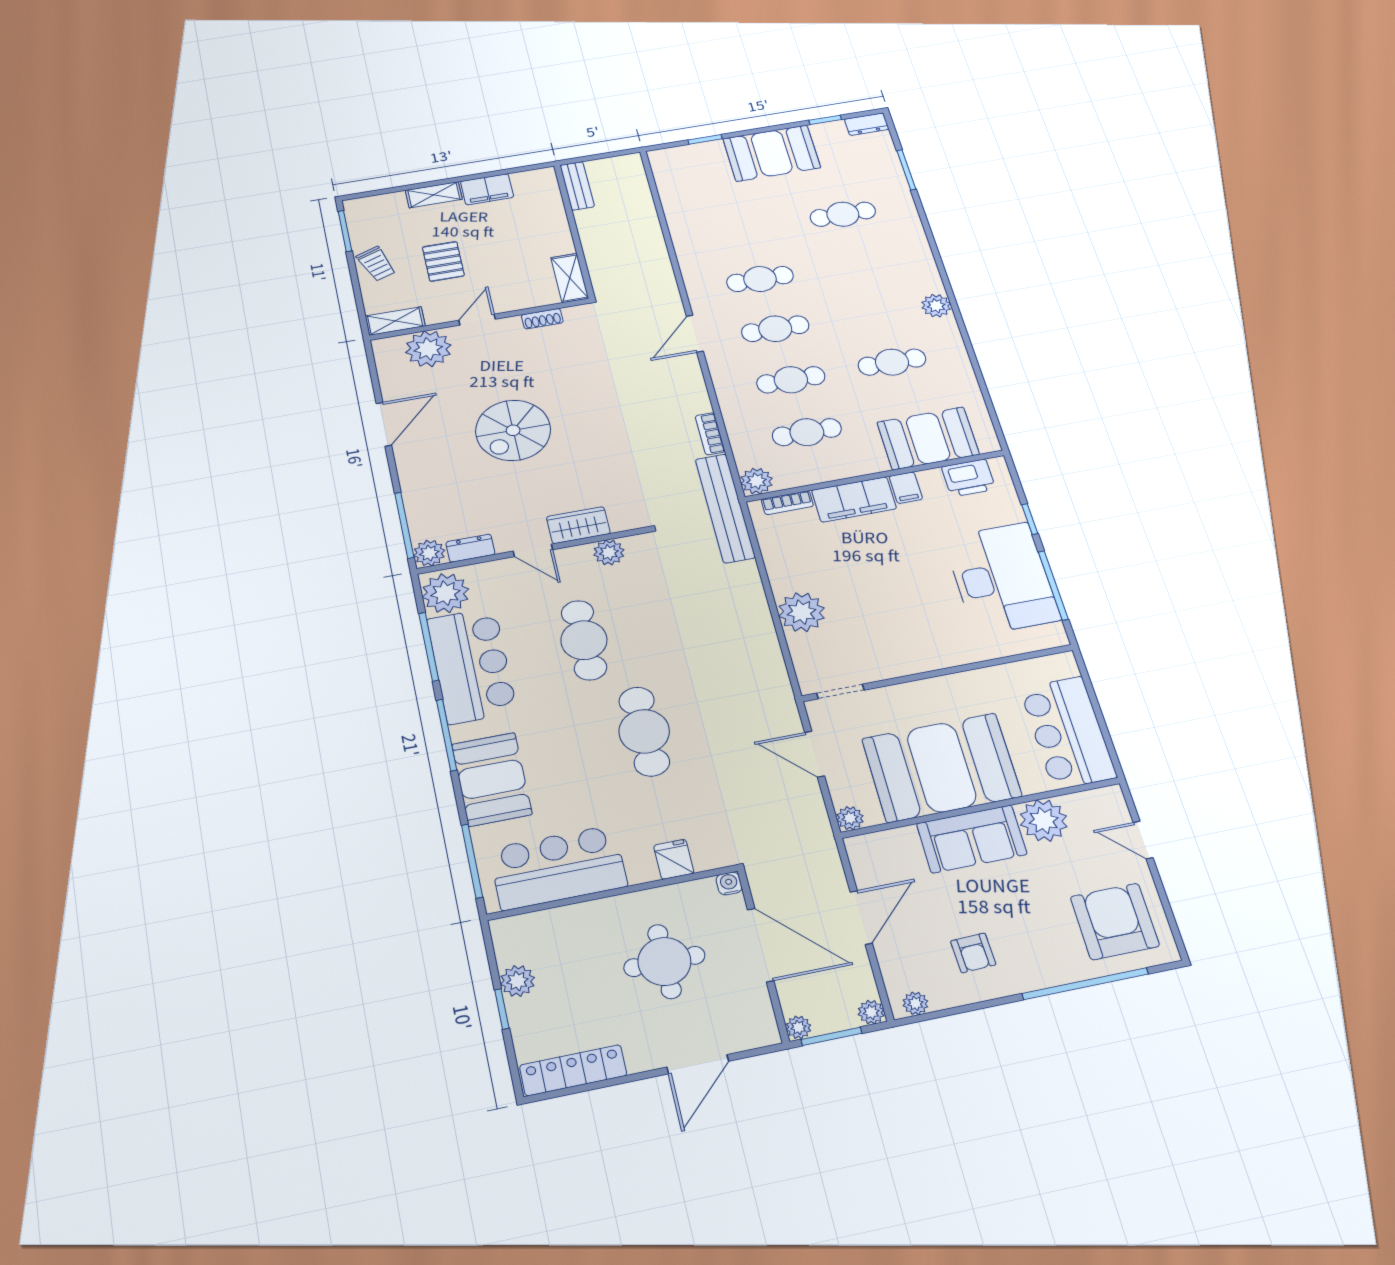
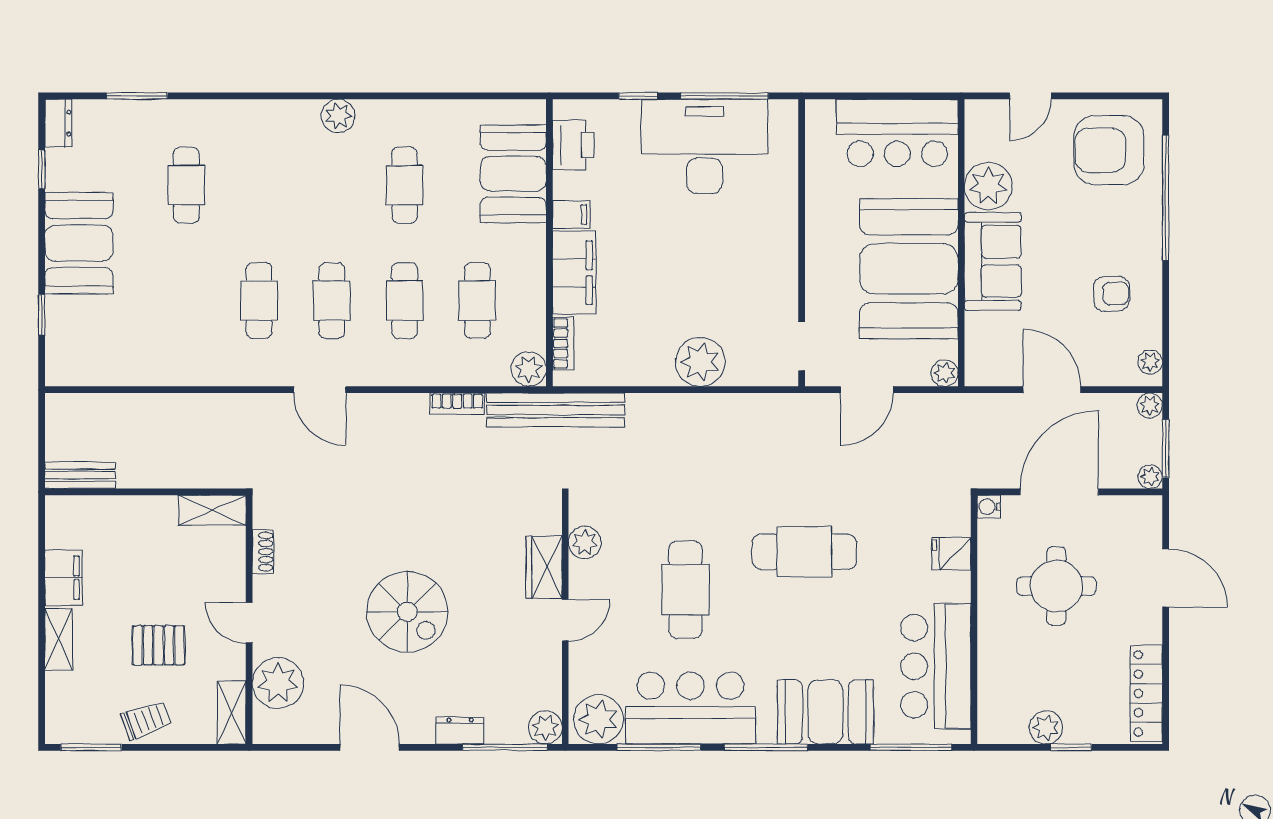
dresser: (470, 548) -> (460, 731), moved, turned 90
cafe table: (584, 640) -> (685, 590), turned 90

